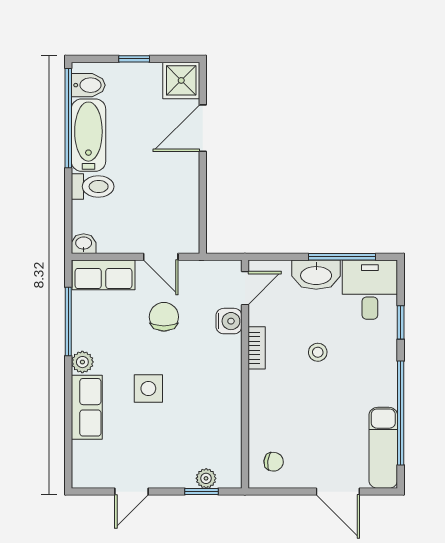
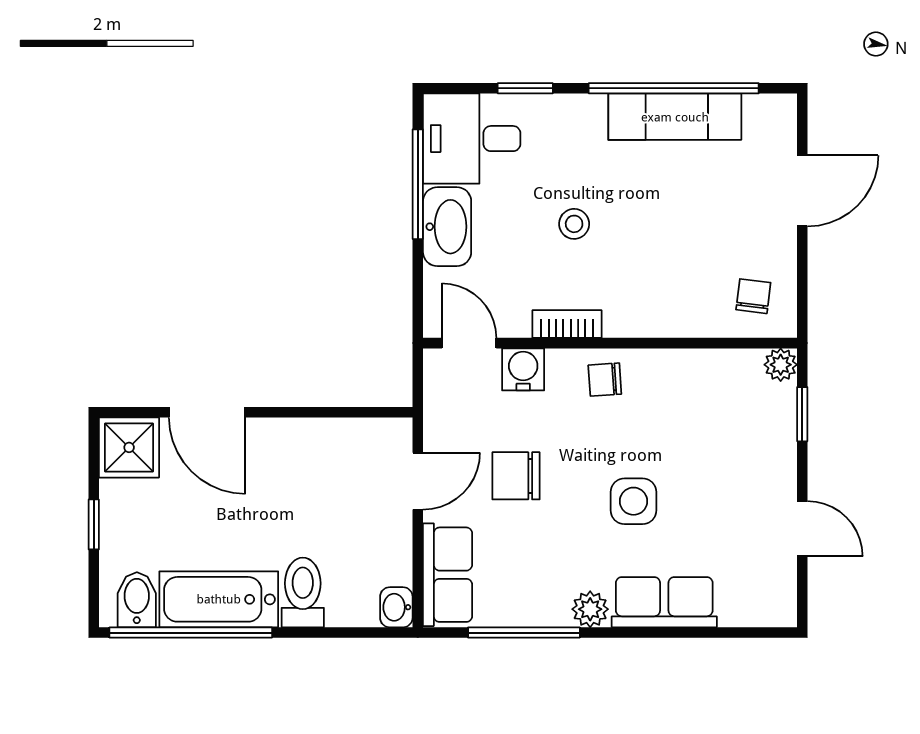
chair: (223, 371) -> (605, 380), added
exam couch: (383, 448) -> (675, 117), moved
plant: (206, 478) -> (781, 365), moved

